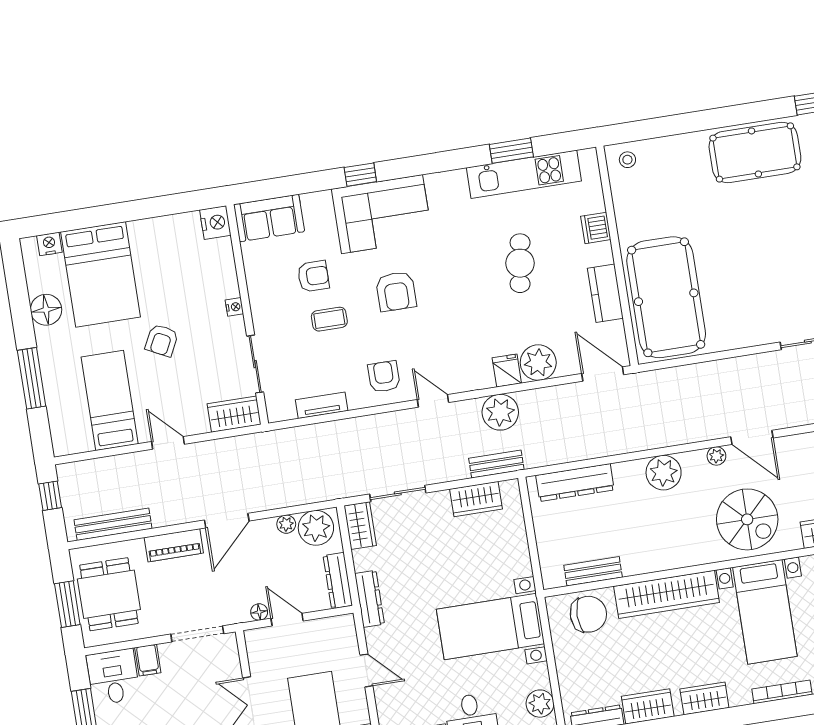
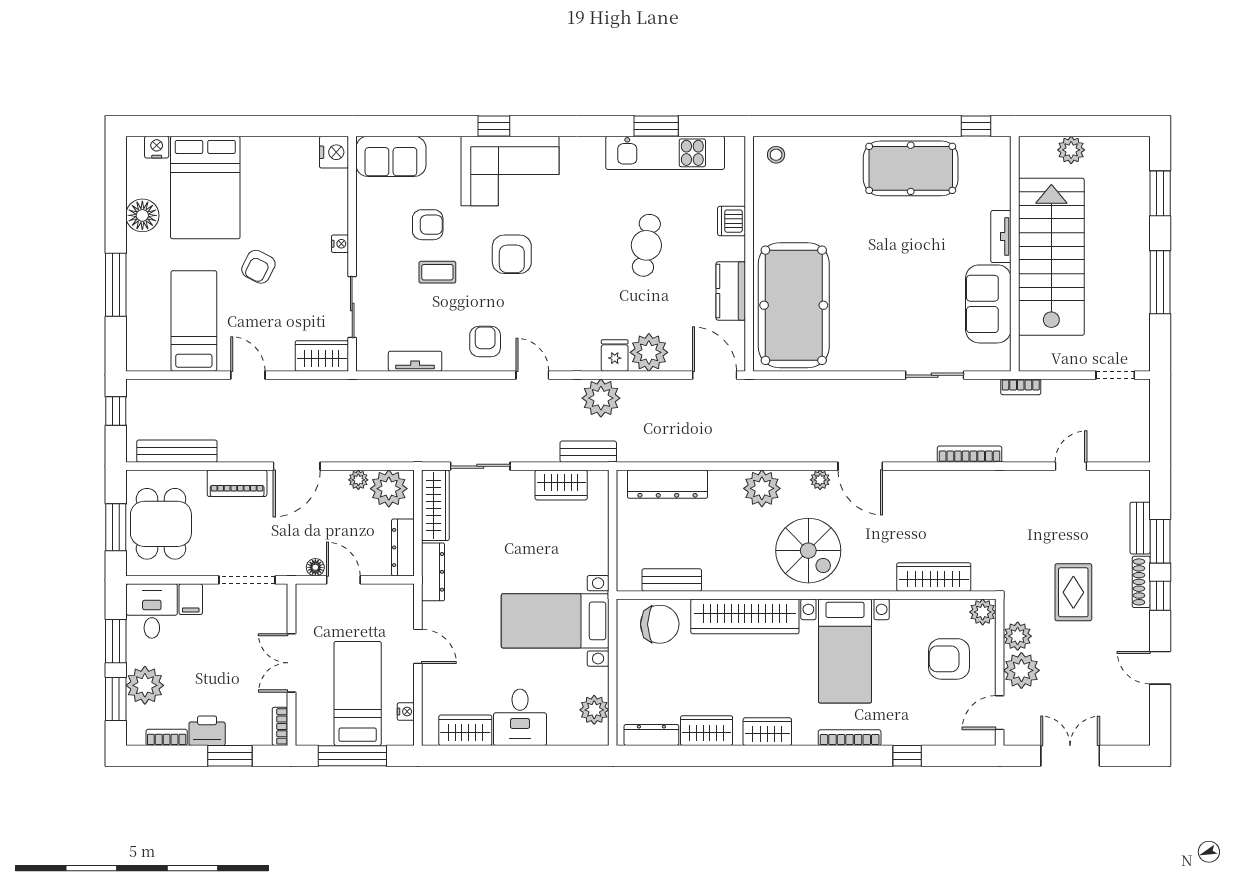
spiral stairs: (747, 519) -> (808, 551), moved
wardrobe: (360, 526) -> (435, 505), width x1.50

